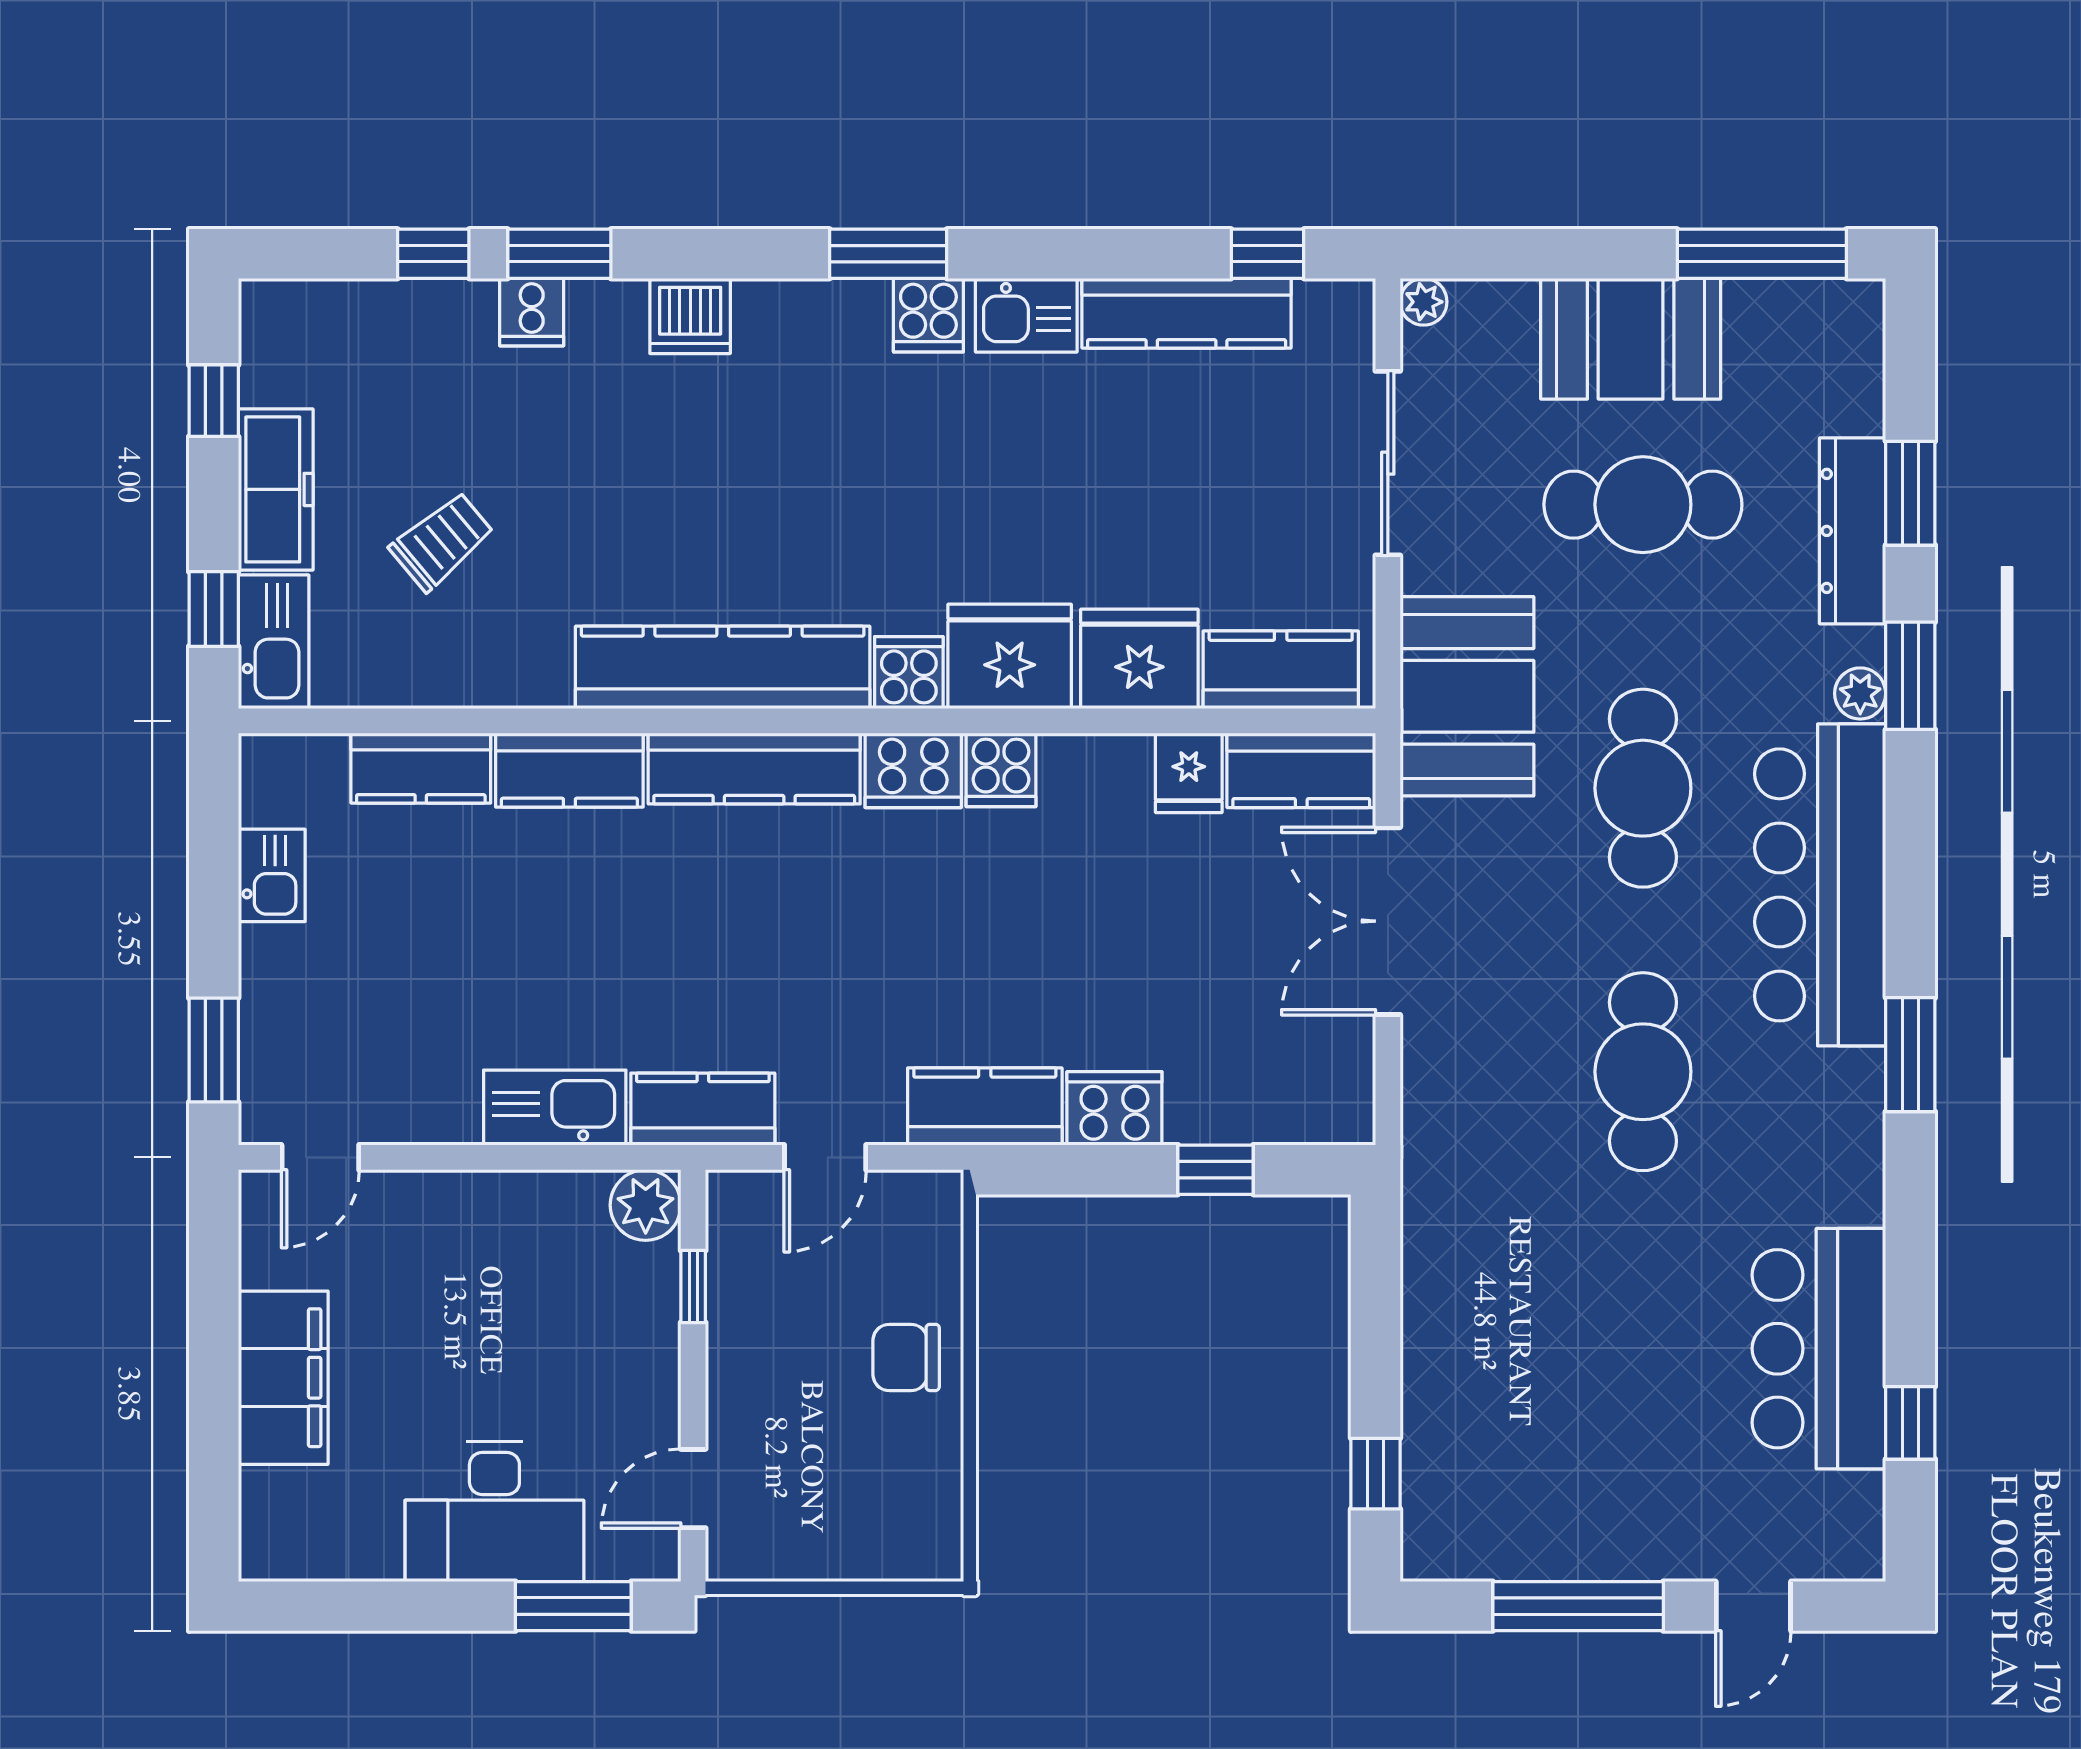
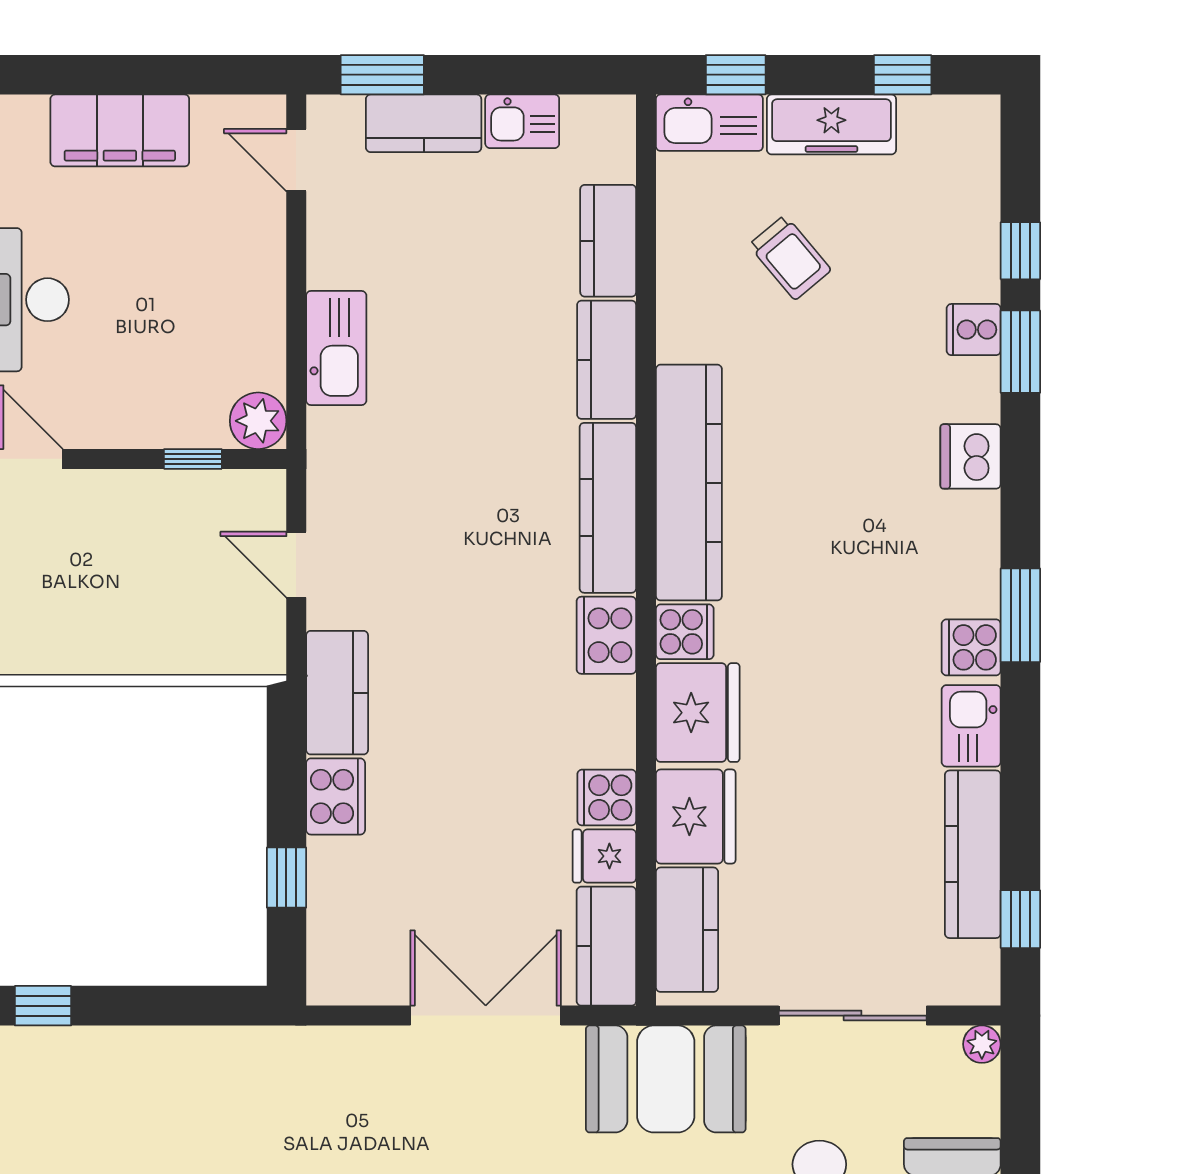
cooker: (1001, 770) -> (607, 798), moved
kitchen counter: (703, 1109) -> (424, 123), moved, turned 90
chair: (906, 1357) -> (136, 630), removed

